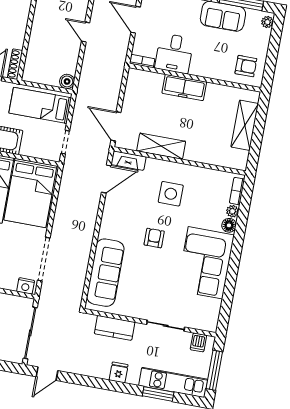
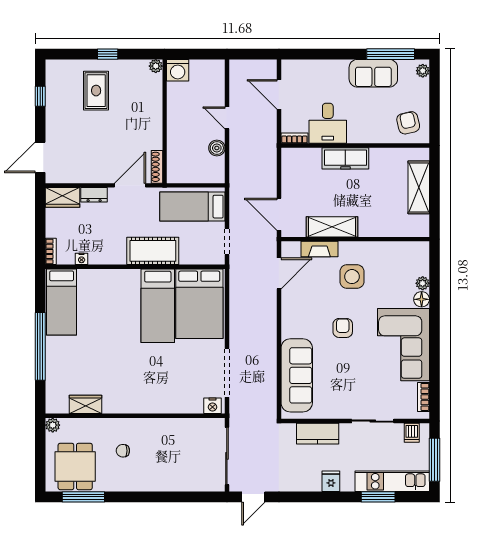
armchair: (246, 66) -> (408, 123), turned -103
boiler: (67, 81) -> (217, 148), moved
fireplace: (128, 161) -> (319, 249), moved
bookcase: (237, 191) -> (423, 397), moved

